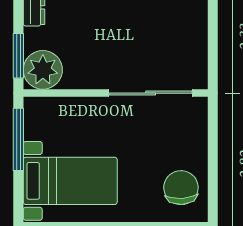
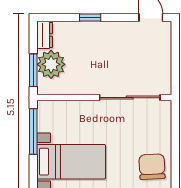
plant: (43, 70) -> (51, 64), moved

